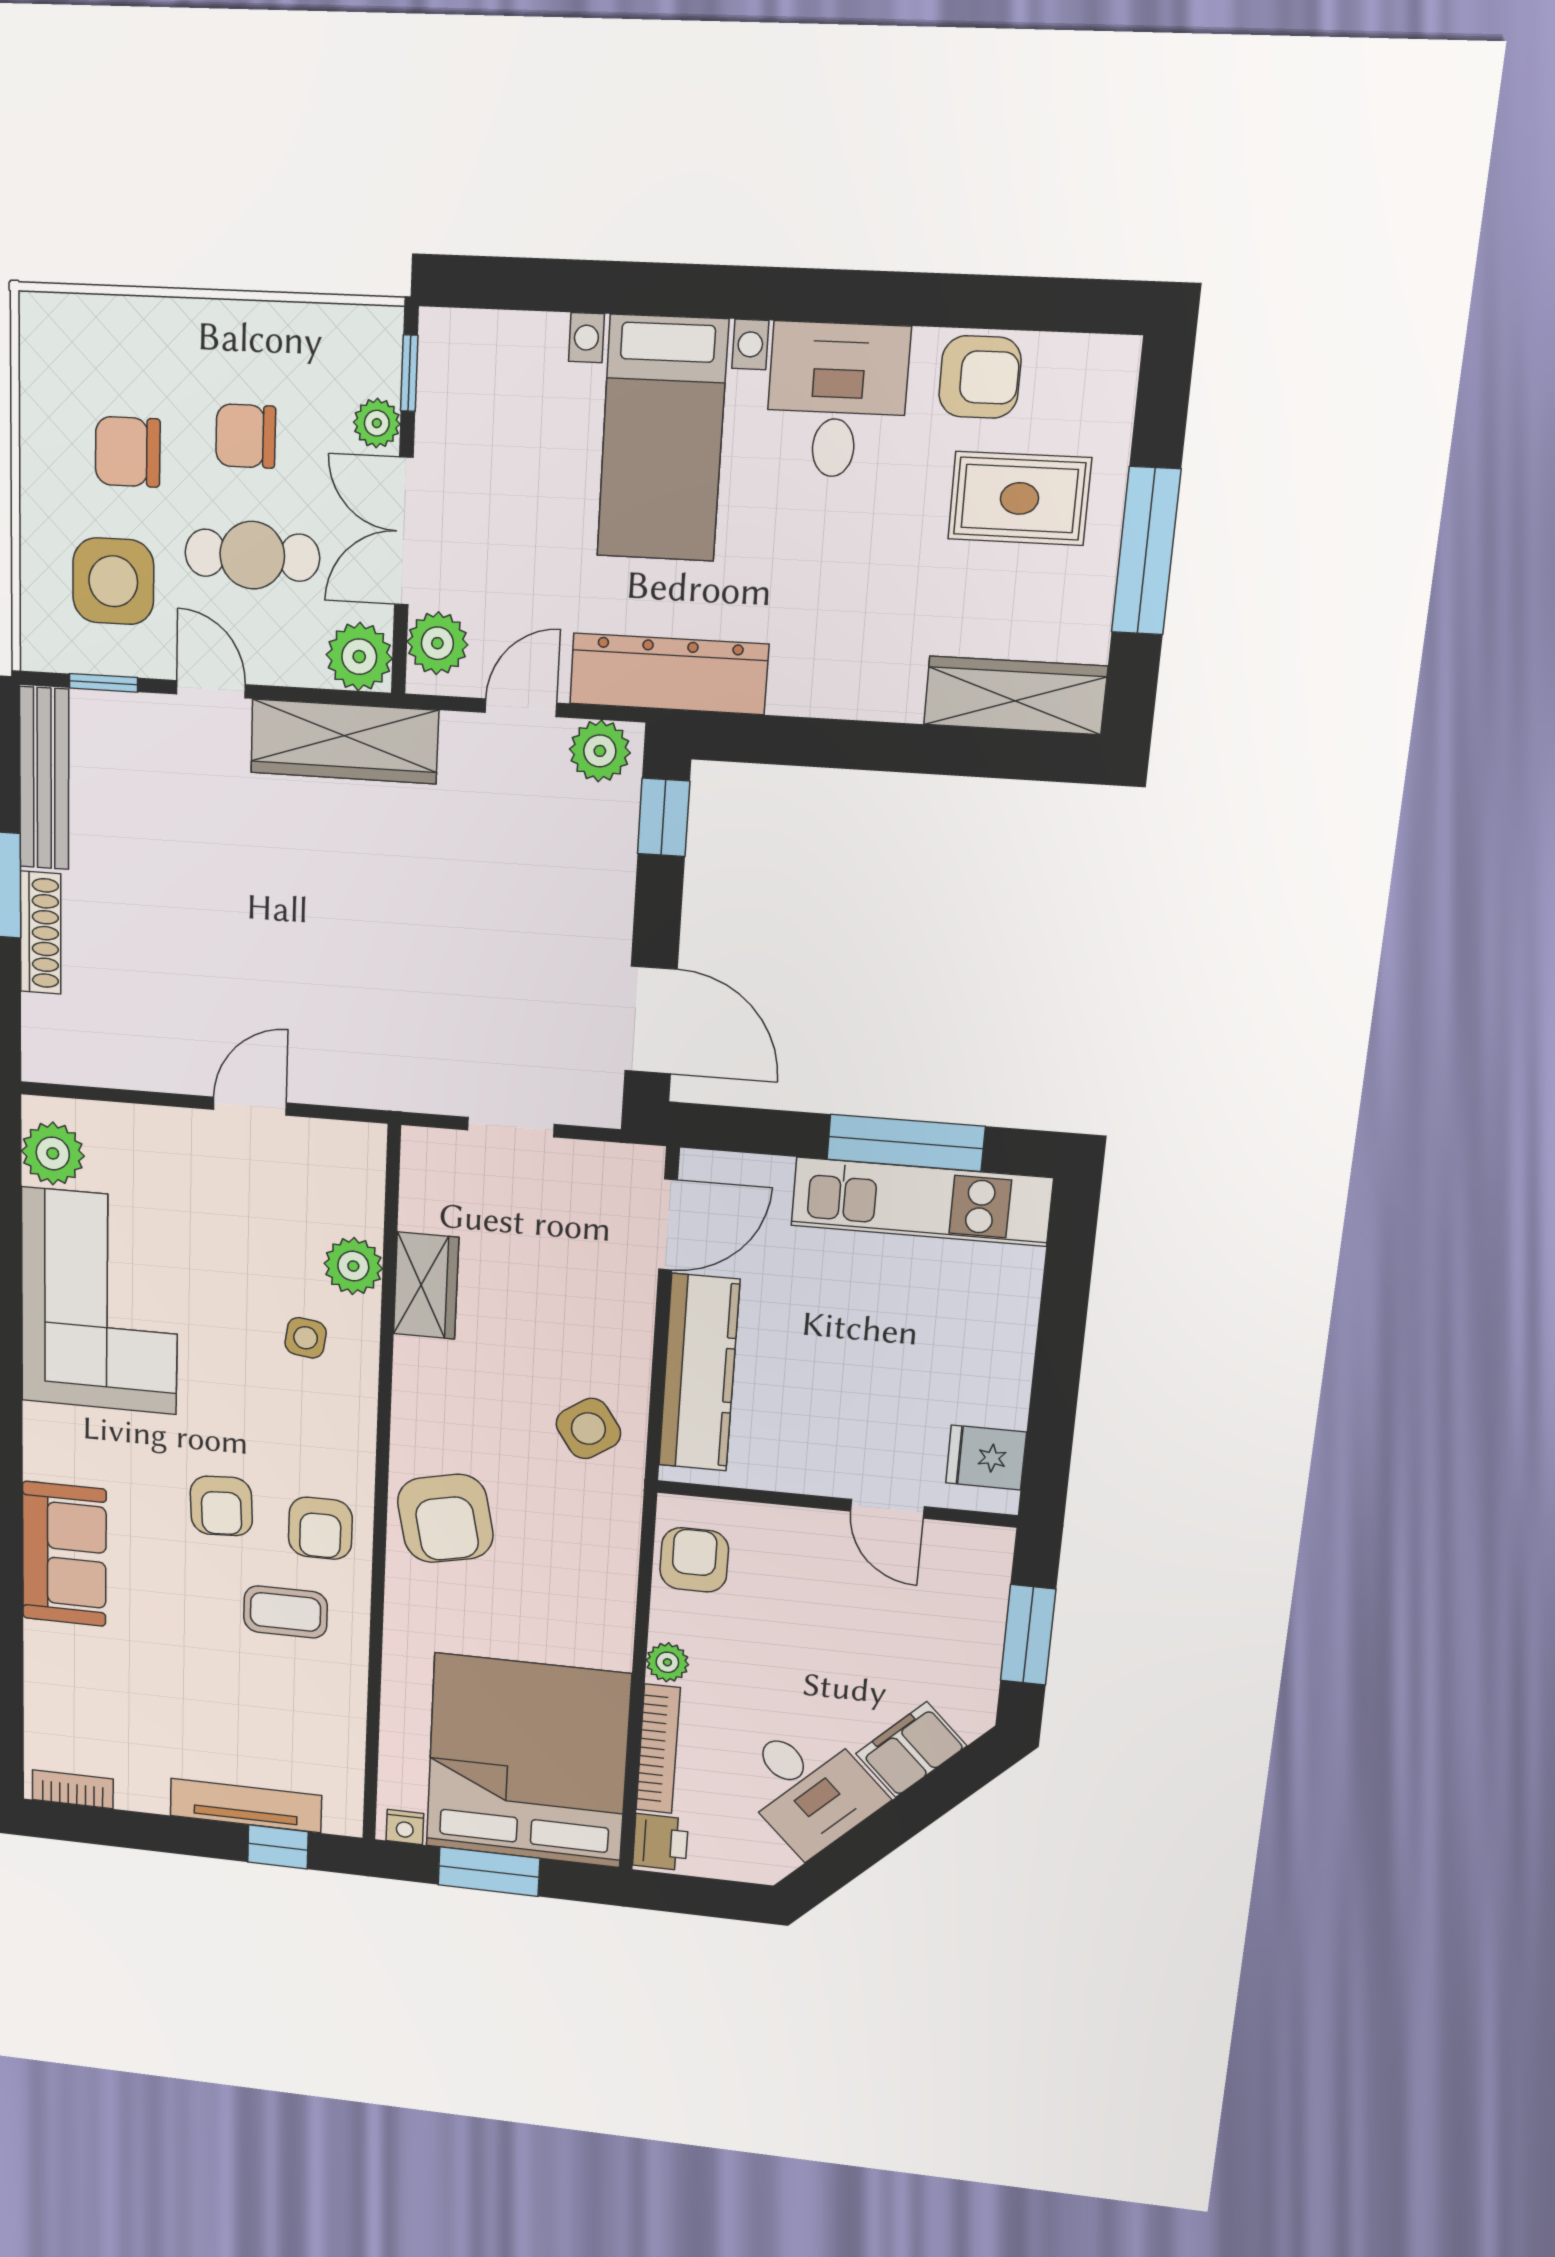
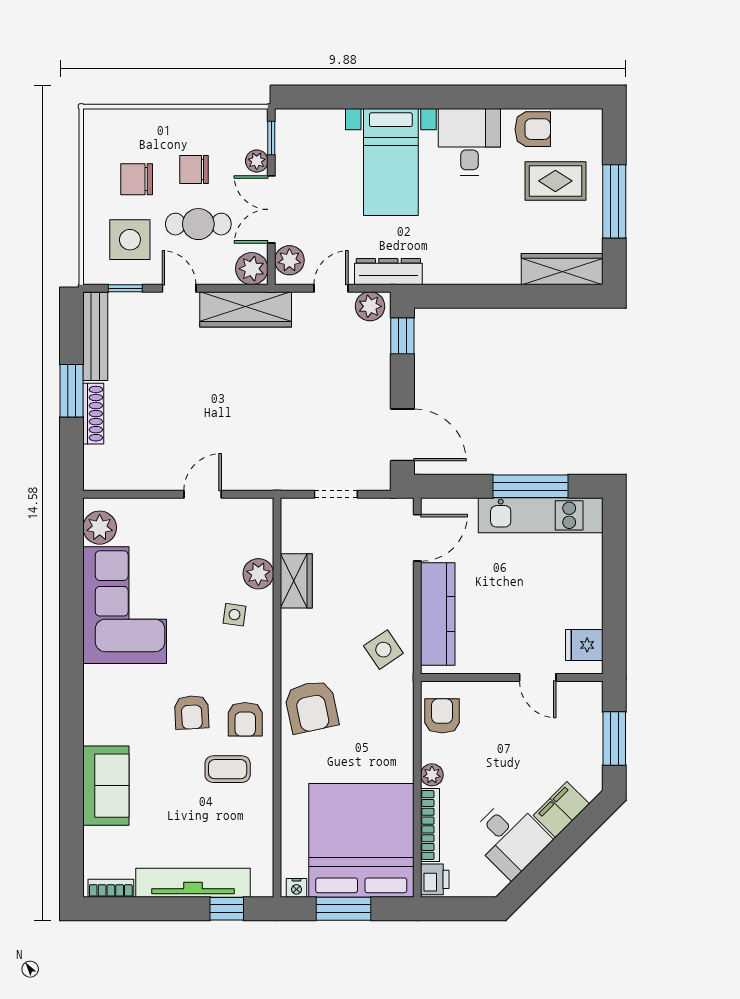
dresser: (669, 674) -> (388, 272), width x0.73, depth x0.80
sofa: (64, 1554) -> (106, 786), moved
tv unit: (246, 1805) -> (193, 883), width x1.36, depth x1.29

